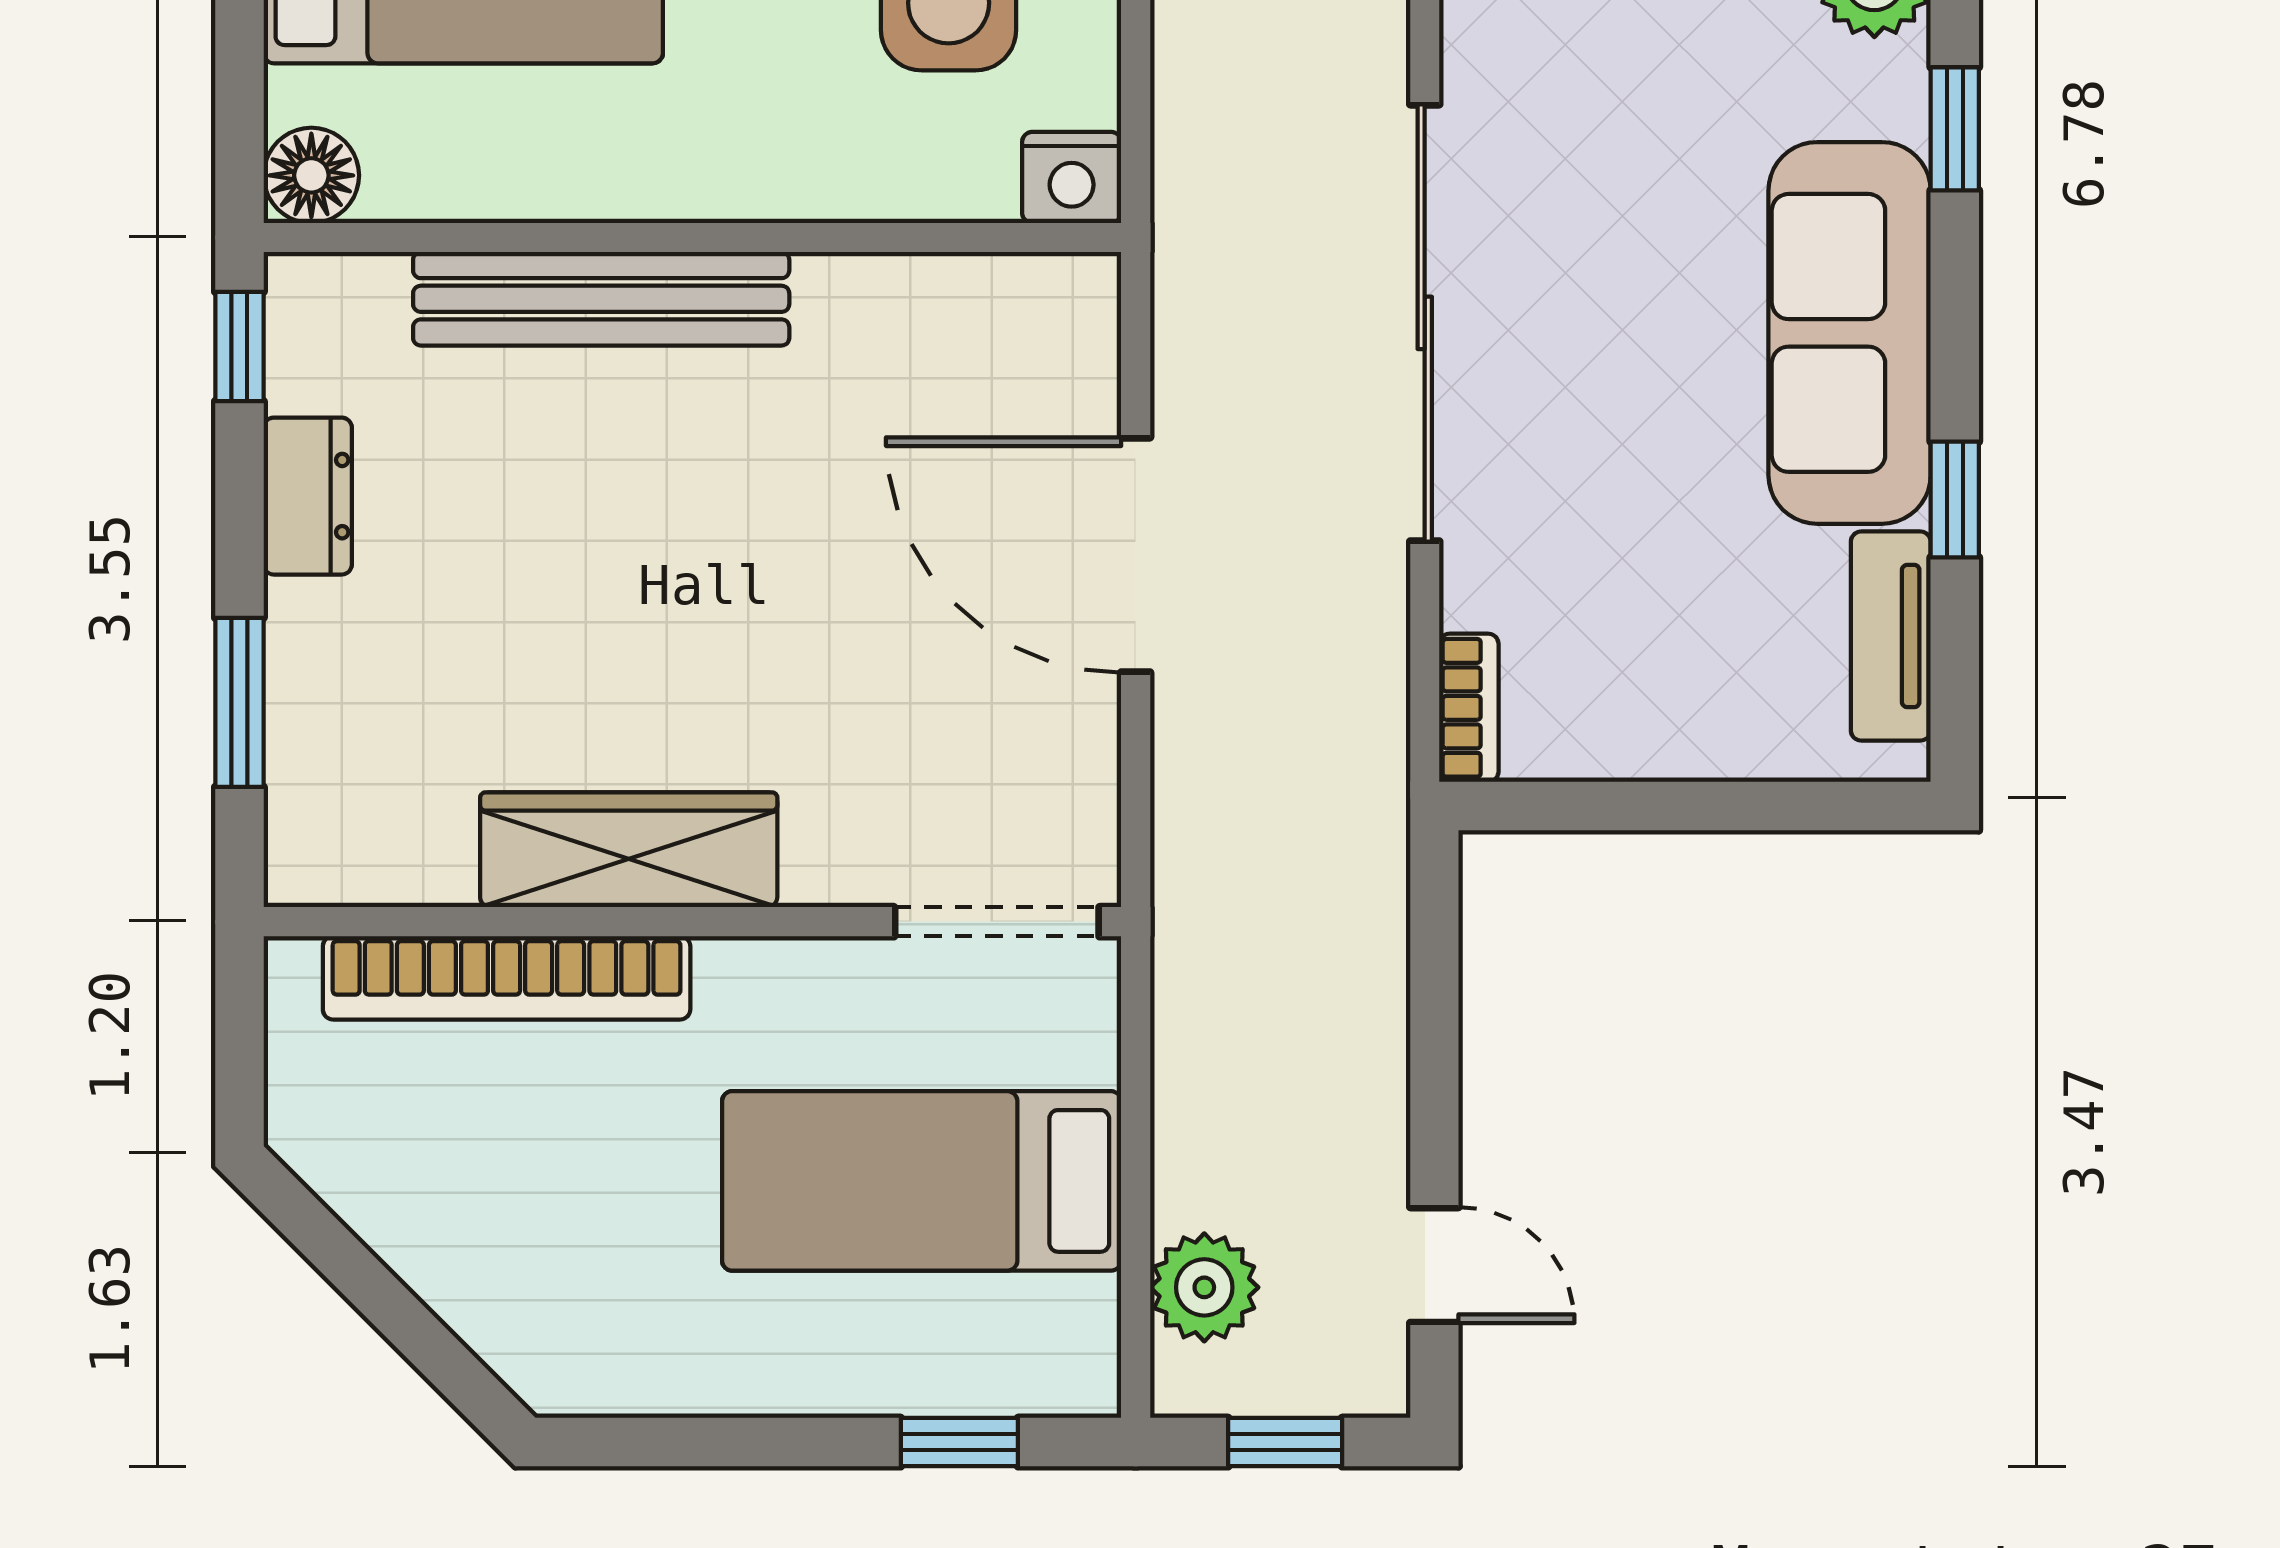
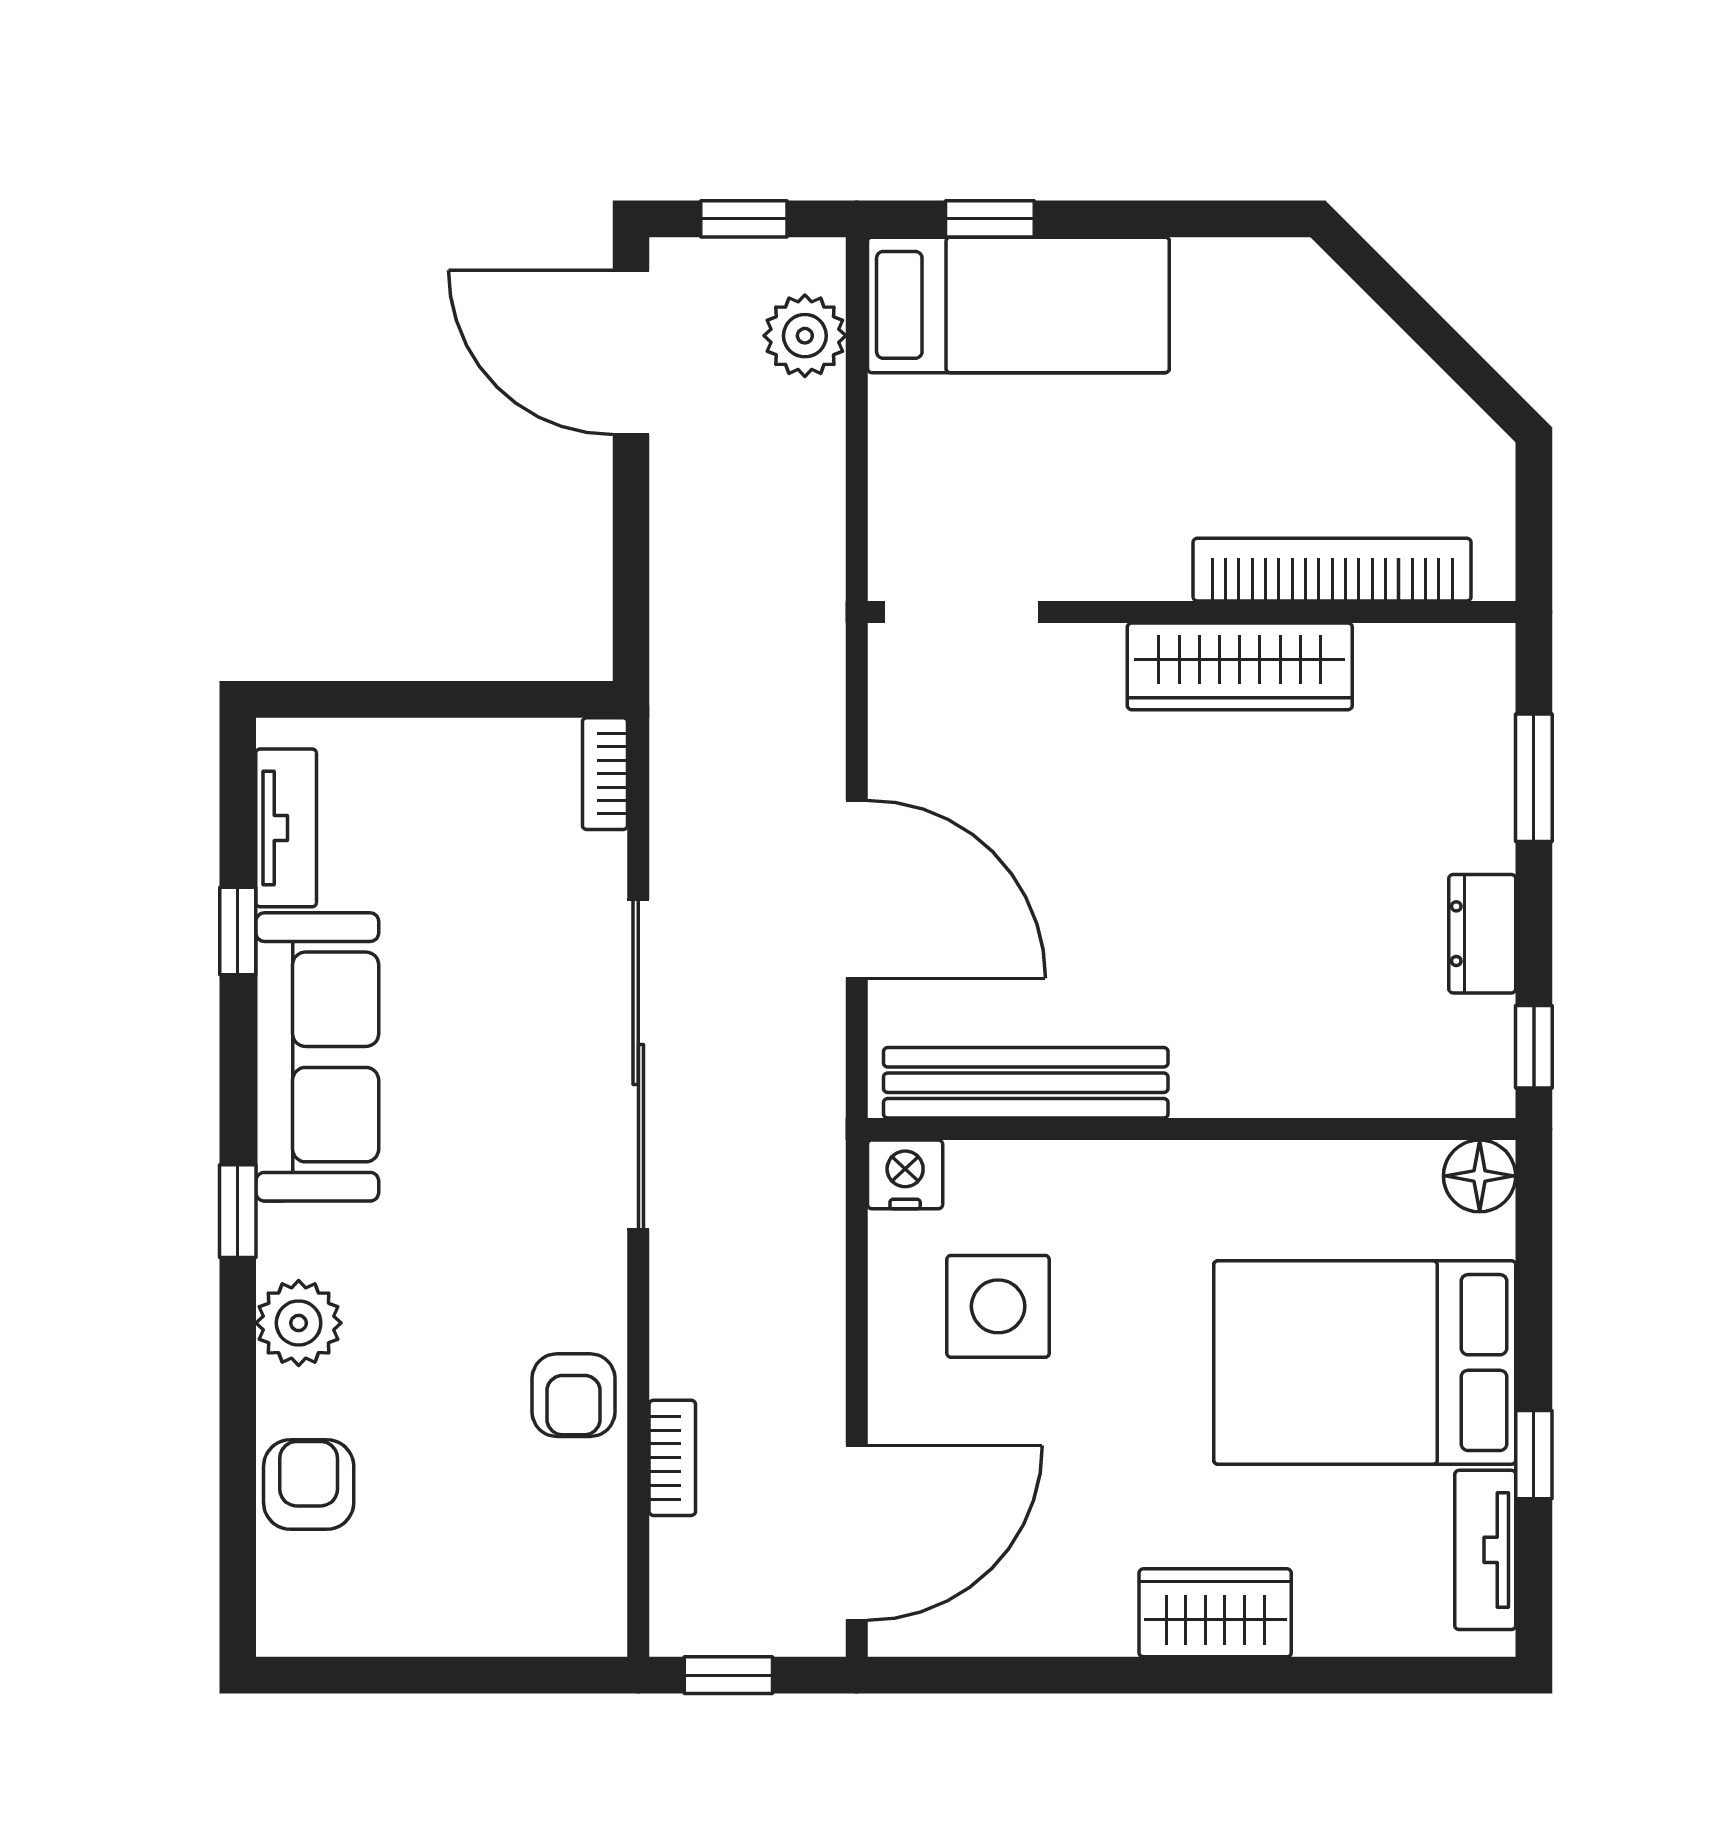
bench: (601, 299) -> (1026, 1083), moved
bed: (922, 1181) -> (1018, 305), moved
door: (1434, 1265) -> (631, 353), width x1.88

